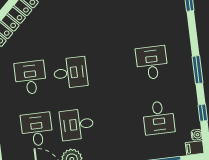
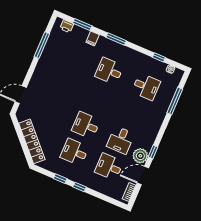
window: (197, 70) -> (116, 39), moved
desk: (70, 73) -> (86, 125), turned -90
filing cabinet: (195, 148) -> (93, 39), moved

